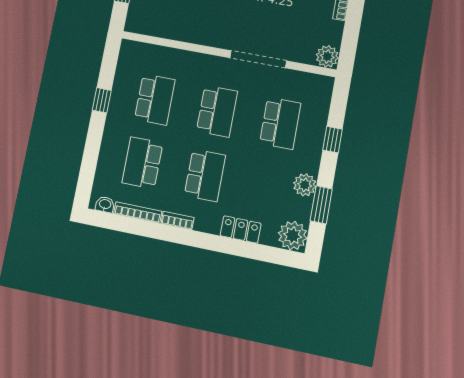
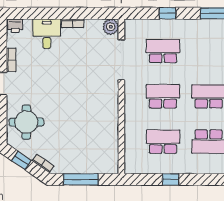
doorway: (258, 59) -> (121, 60), moved
plant: (305, 185) -> (202, 27), removed

